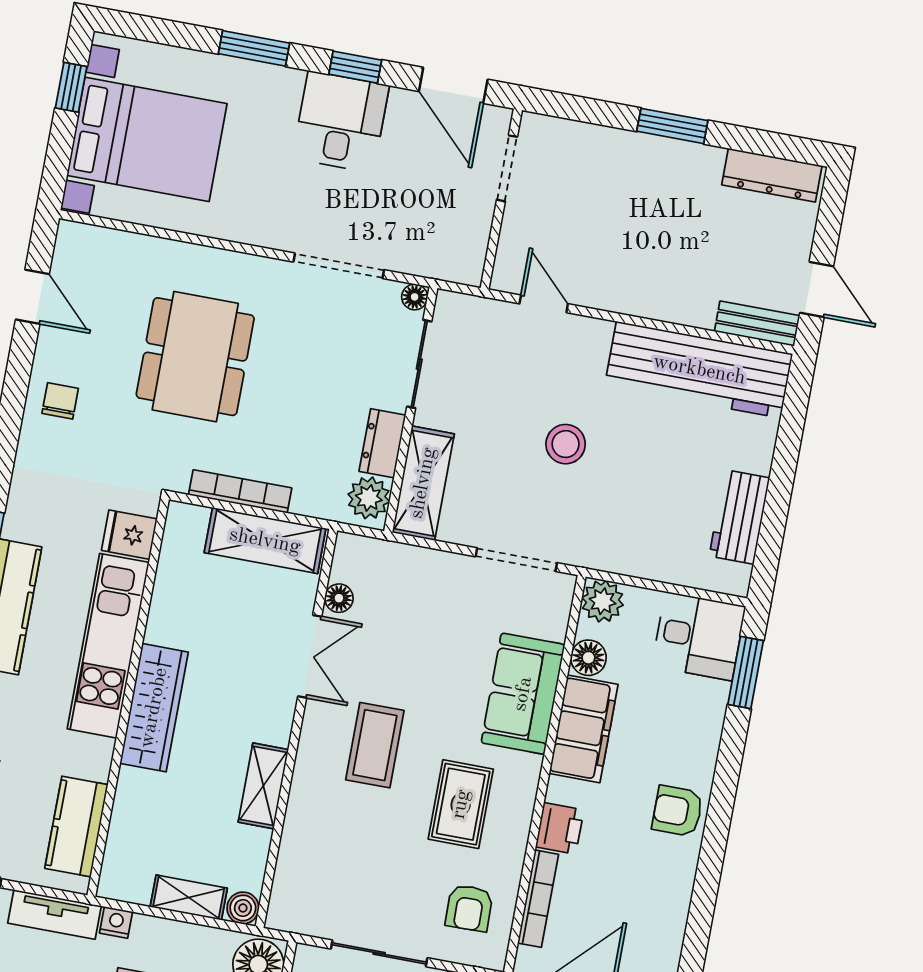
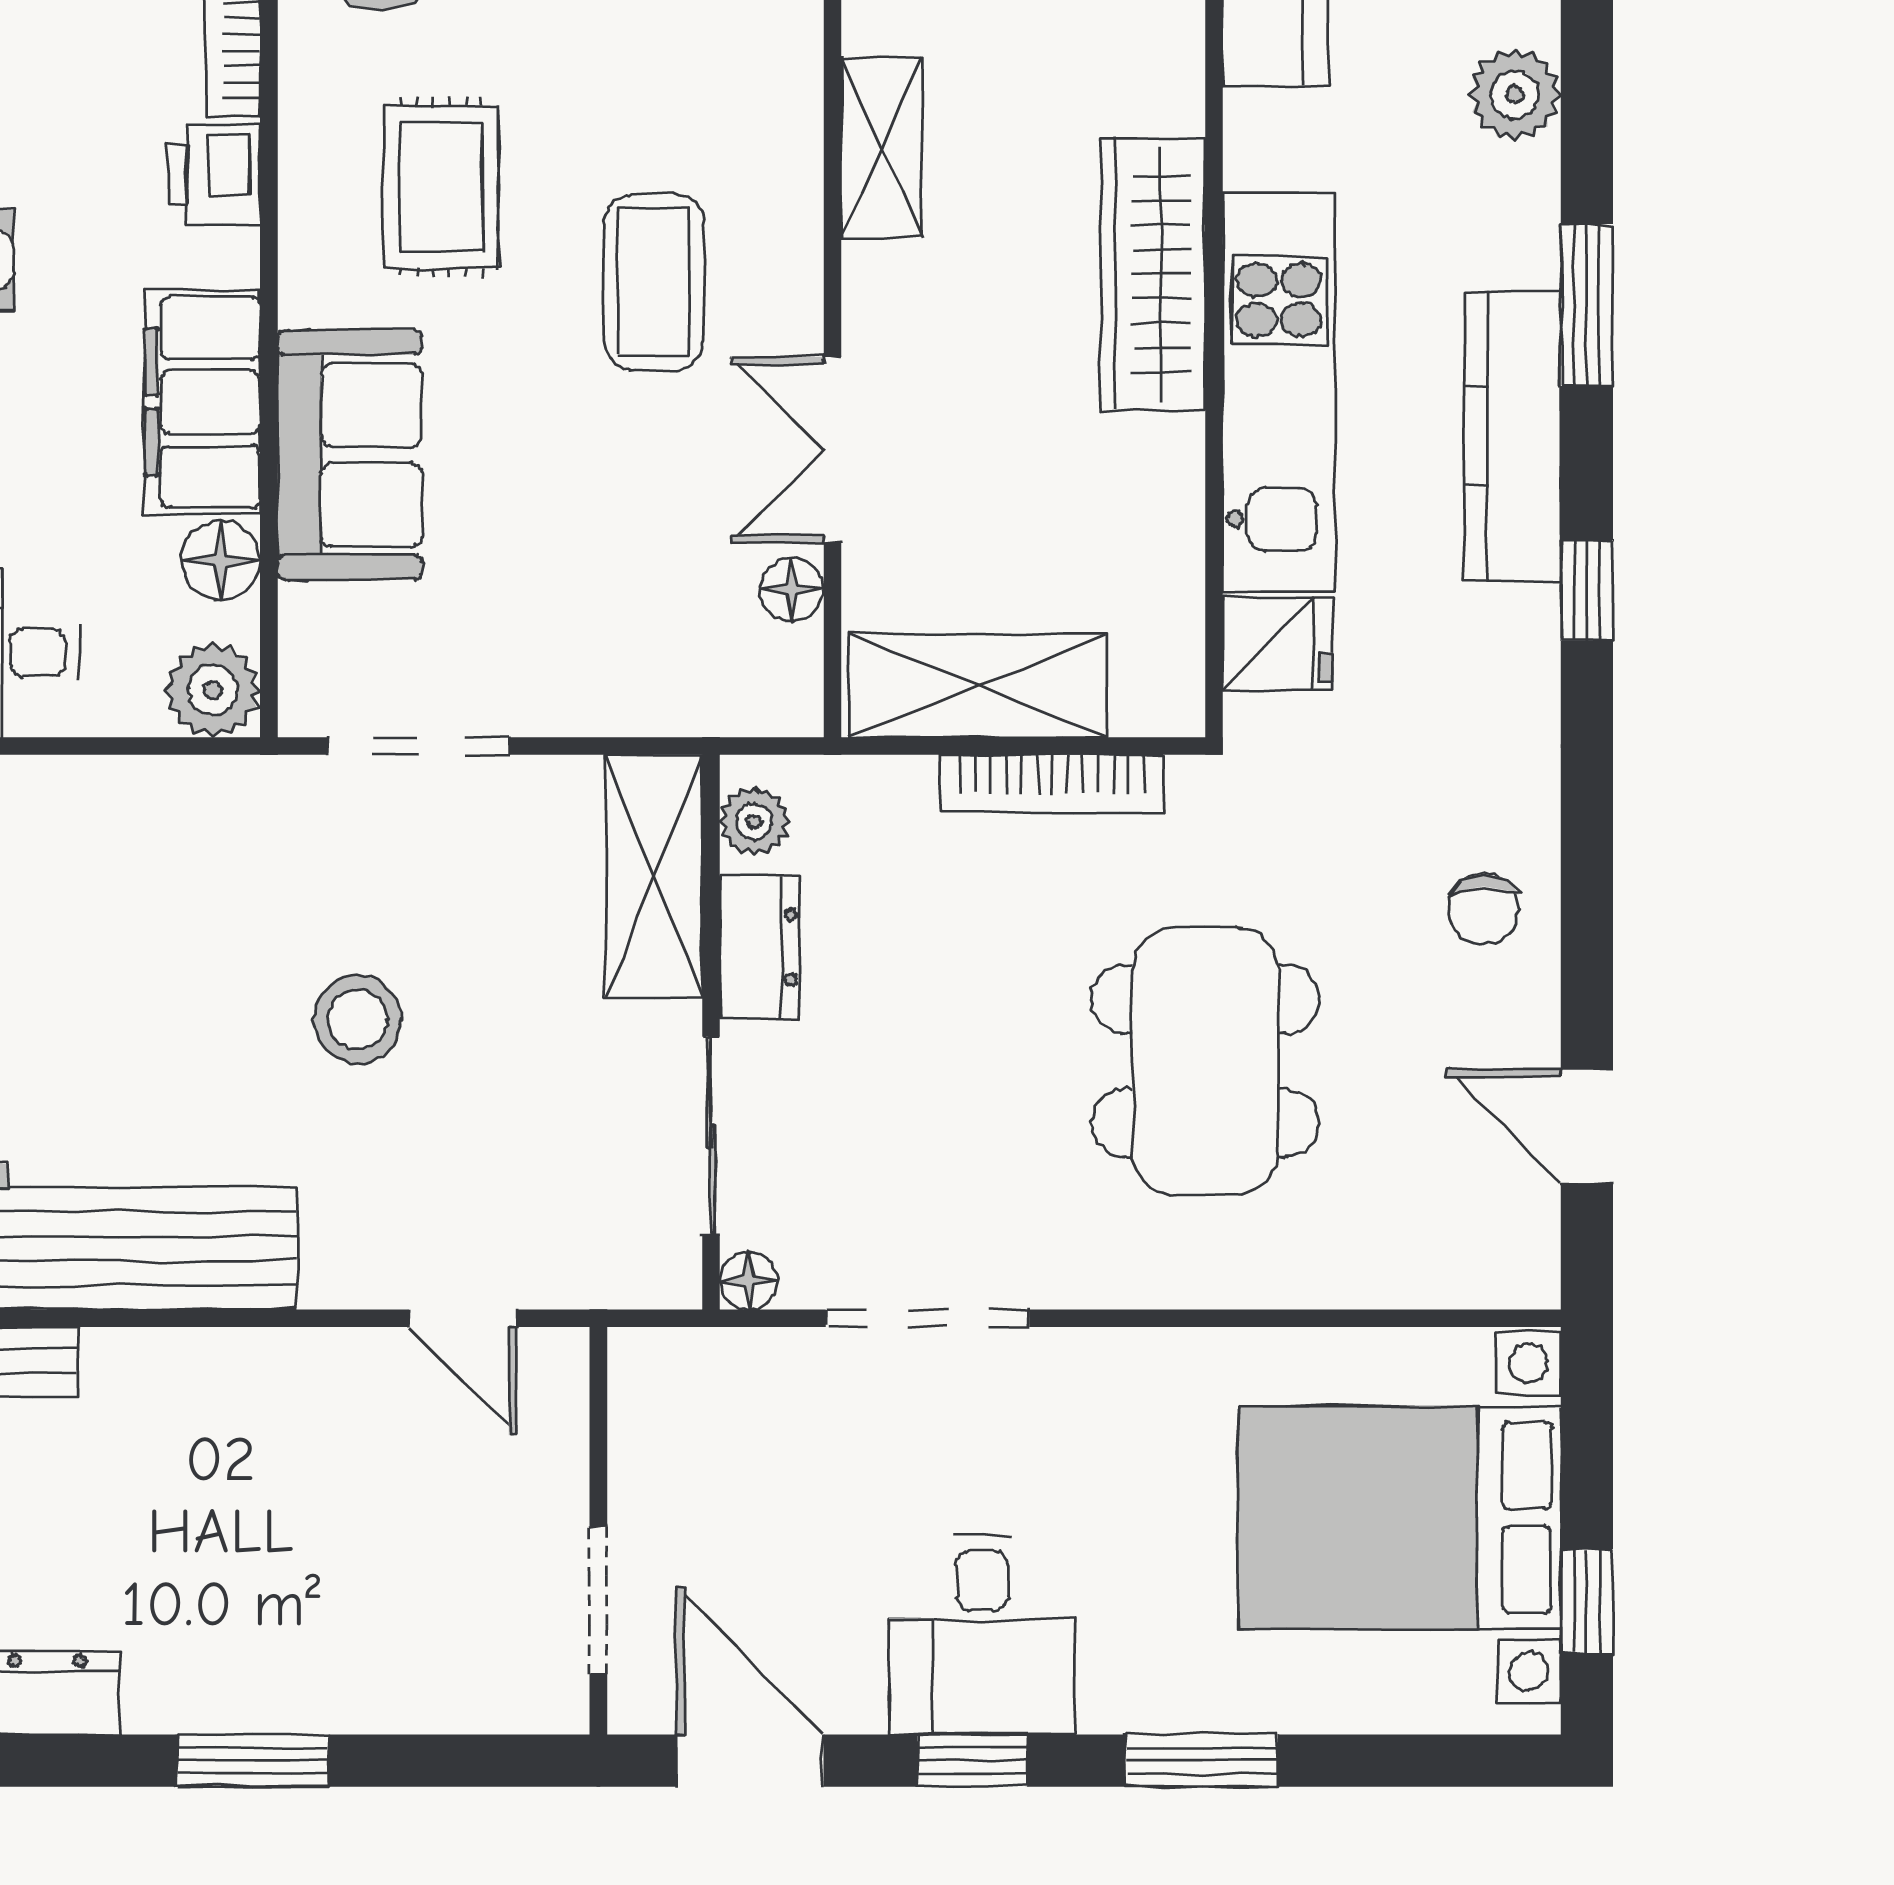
plant: (369, 498) -> (754, 821), width x0.73, depth x0.73

